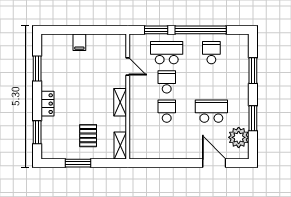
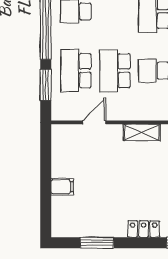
school desk: (167, 82) -> (115, 71), width x1.85

